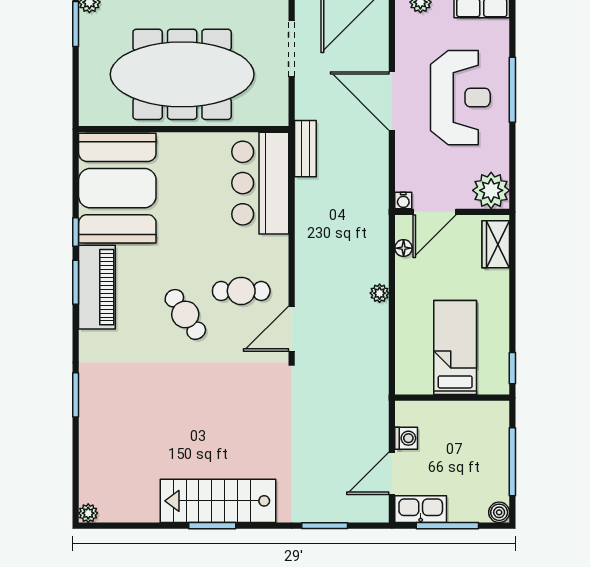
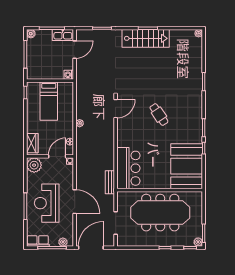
piano: (97, 287) -> (195, 126), removed
cafe table: (241, 291) -> (136, 124), removed
washing machine: (406, 438) -> (69, 75), moved

